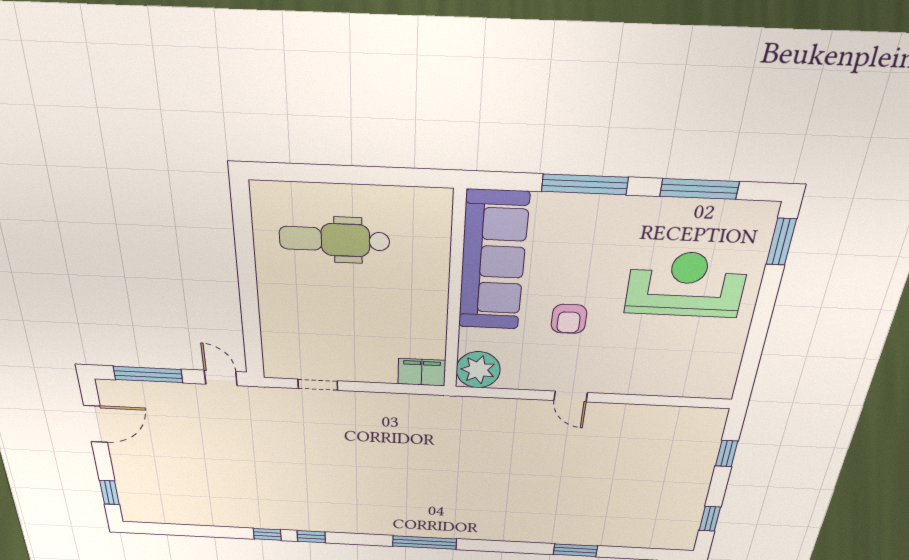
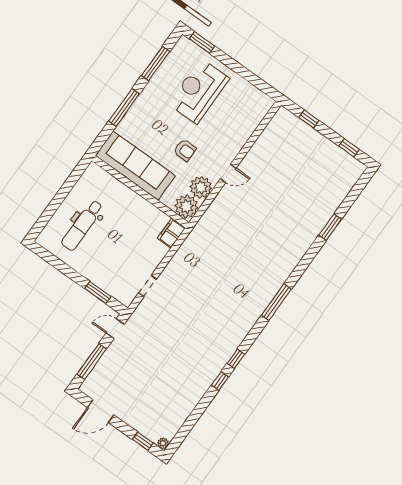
window: (251, 325) -> (98, 292), added
plant: (523, 373) -> (201, 187), added
door: (96, 424) -> (101, 411), swing flipped
plant: (130, 515) -> (163, 443), added

